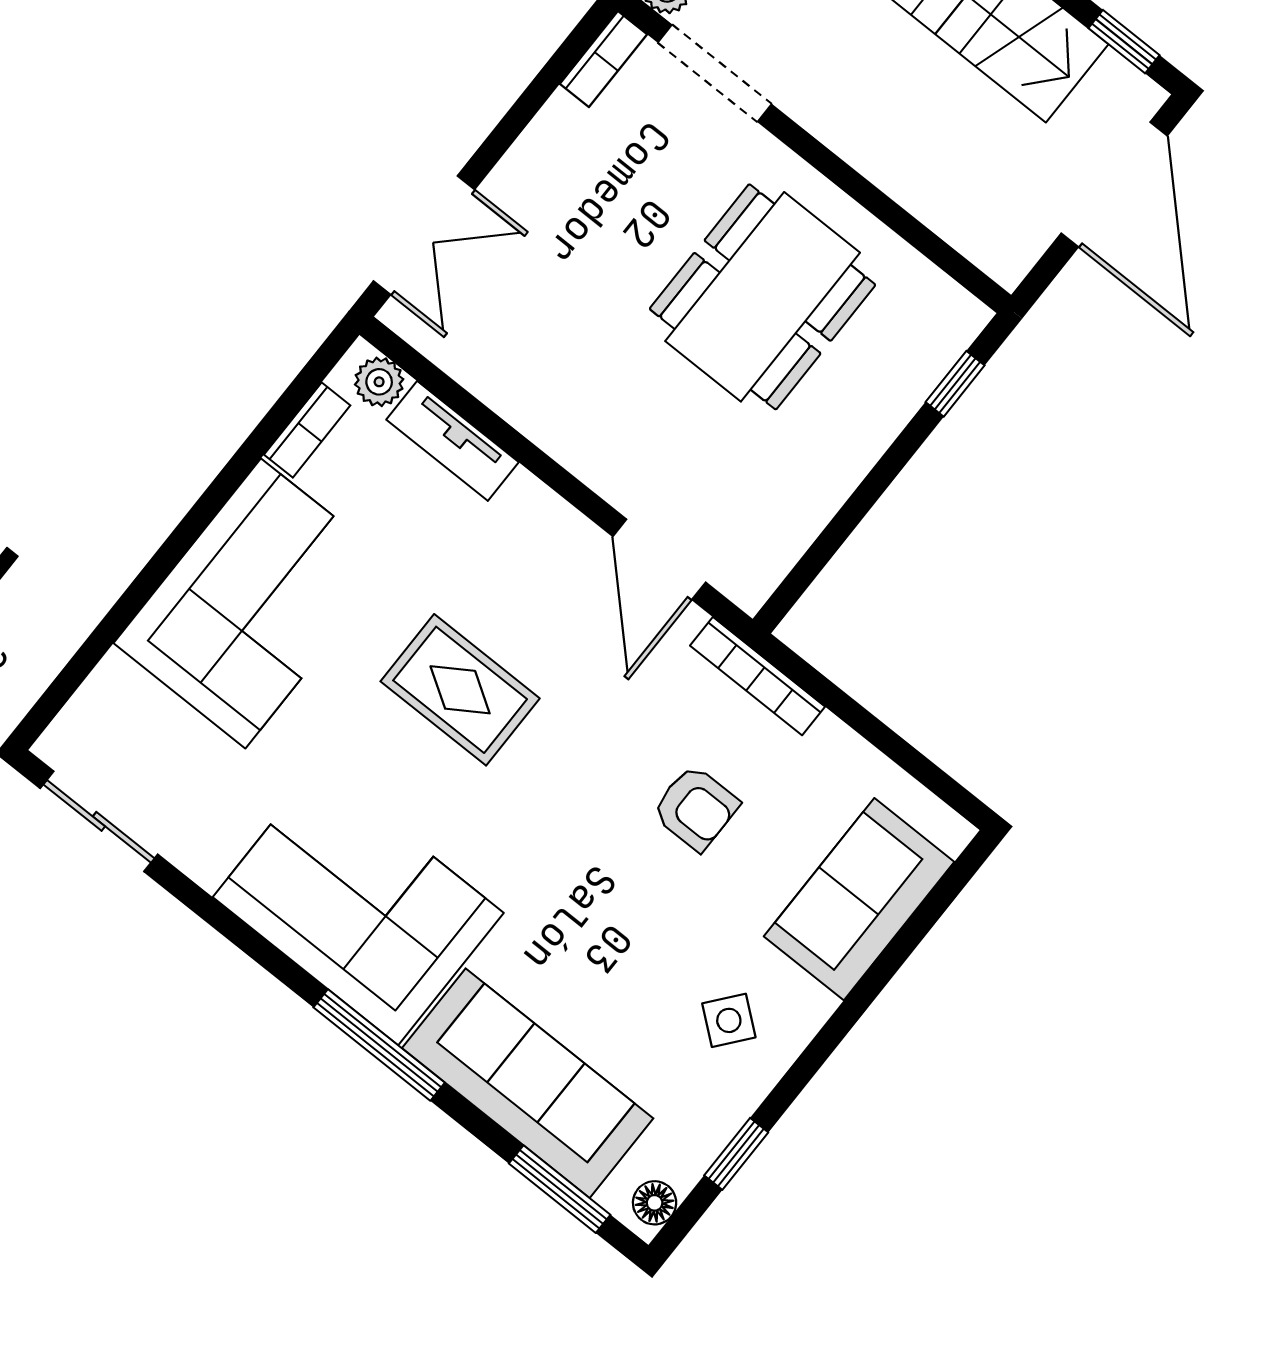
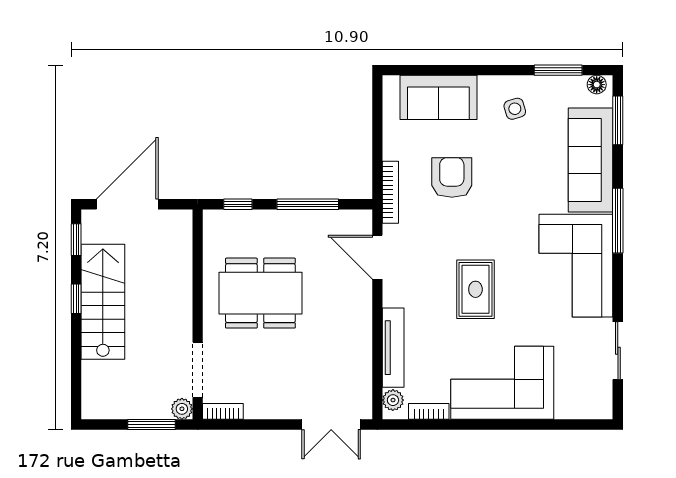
double door: (424, 235) -> (331, 425), swing flipped
tv unit: (452, 441) -> (393, 348), width x1.41
window: (854, 510) -> (308, 204), added
door: (659, 559) -> (377, 257), swing flipped
armchair: (696, 808) -> (452, 178), width x1.38, depth x1.38
sliding door: (99, 821) -> (618, 351), moved
side table: (729, 1020) -> (515, 109), turned 34
window: (736, 1154) -> (558, 70), width x1.50

